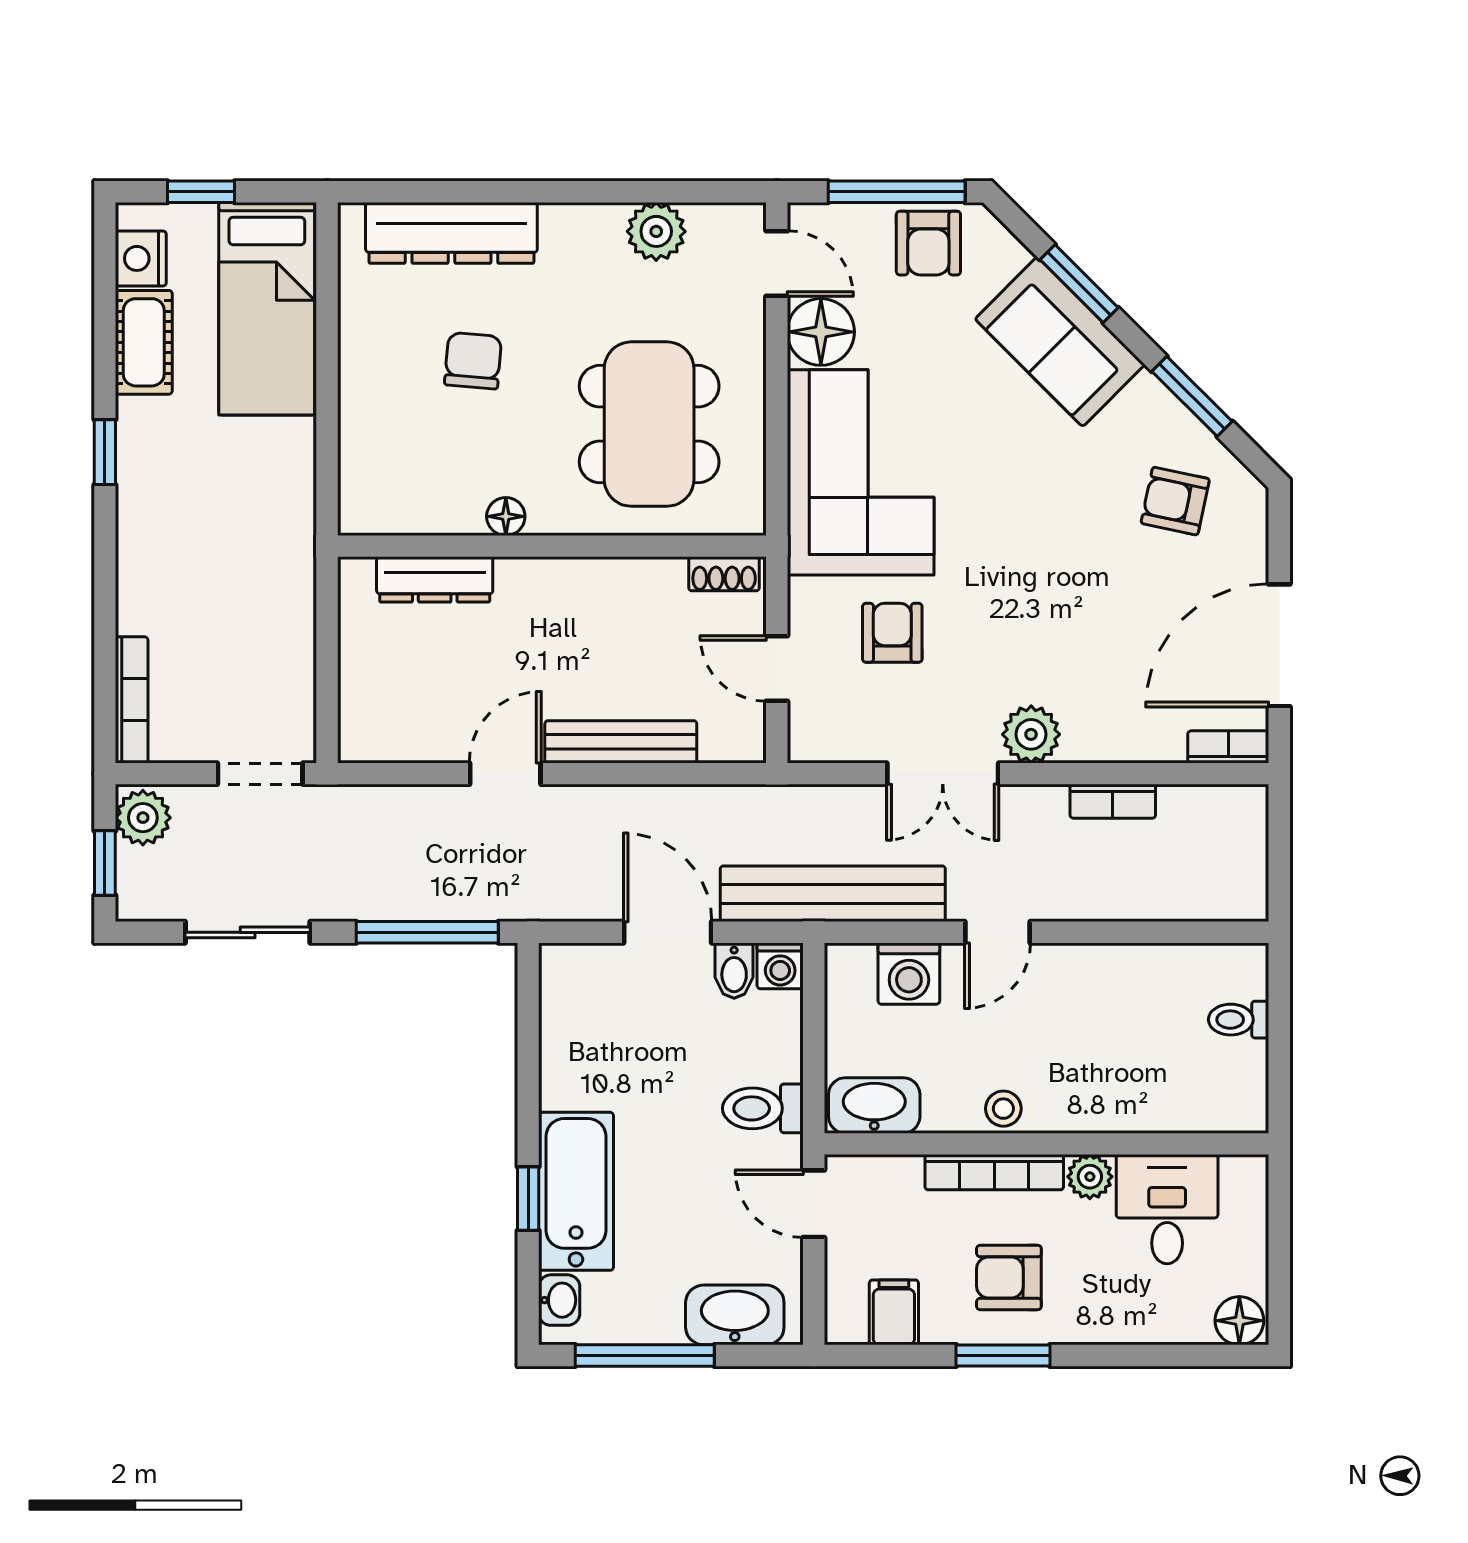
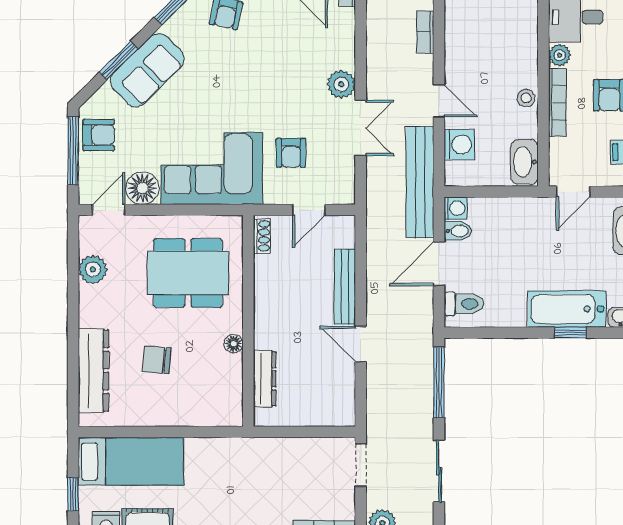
armchair: (892, 633) -> (291, 153), turned -90
bookcase: (1113, 801) -> (425, 32), moved, turned 180
toilet: (763, 1108) -> (464, 304), moved, turned -90

